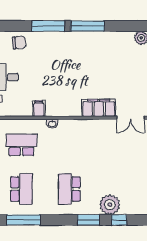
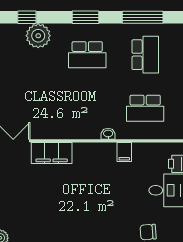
school desk: (21, 189) -> (145, 55), turned 180
school desk: (69, 189) -> (87, 55), turned 90
window: (89, 220) -> (86, 17), moved

